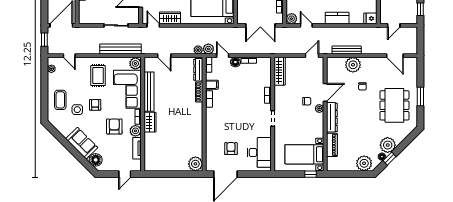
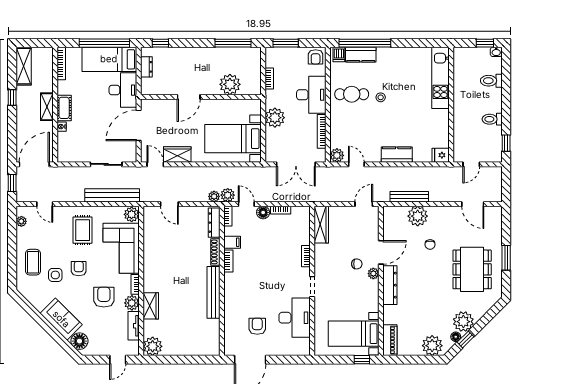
bench: (149, 92) -> (214, 292), moved
wardrobe: (150, 122) -> (151, 306), moved
piano: (332, 145) -> (390, 340), moved
desk: (259, 152) -> (295, 318), moved
plant: (195, 164) -> (153, 346), moved

